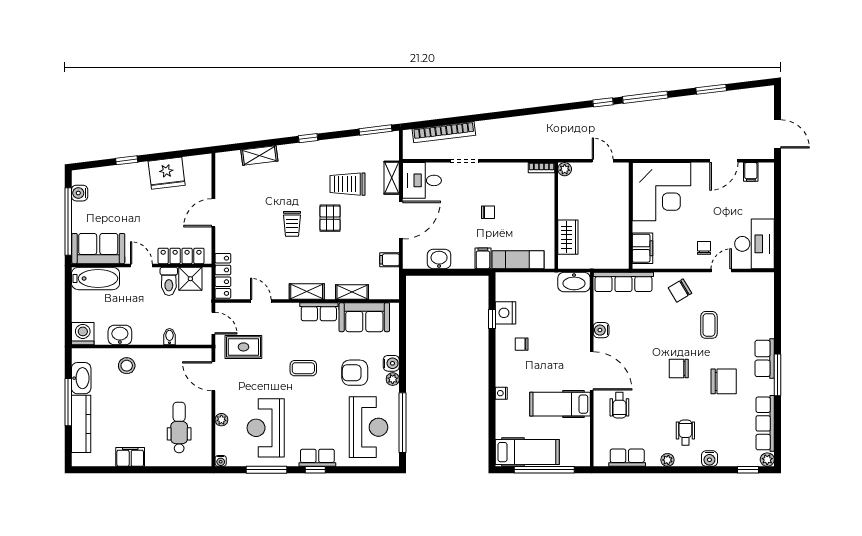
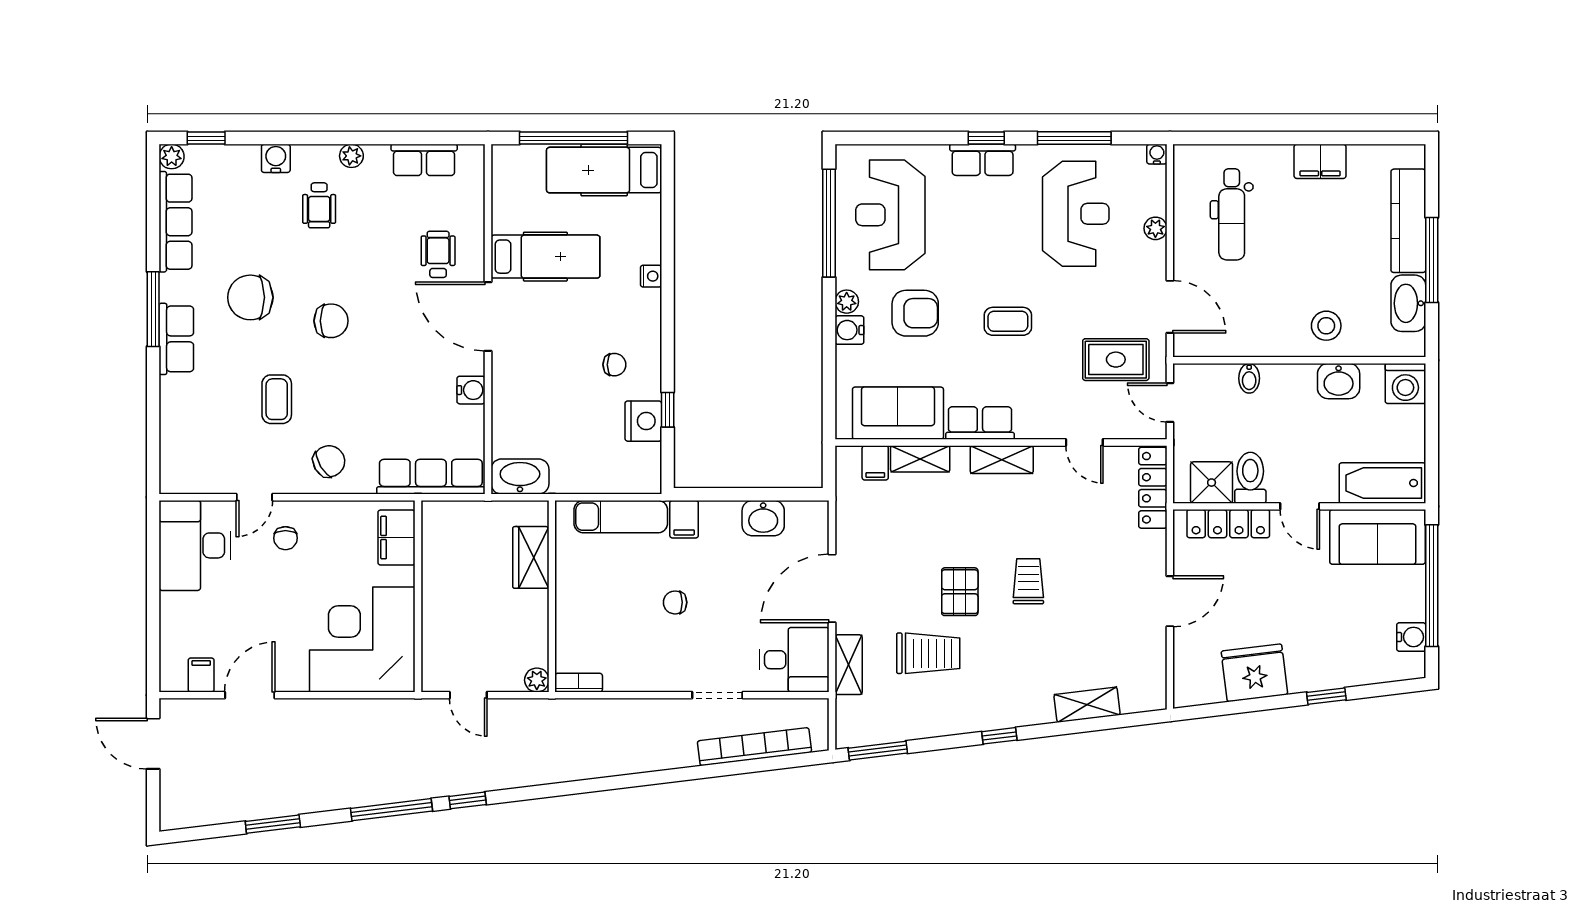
filing cabinet: (390, 260) -> (875, 463), moved, turned 90

